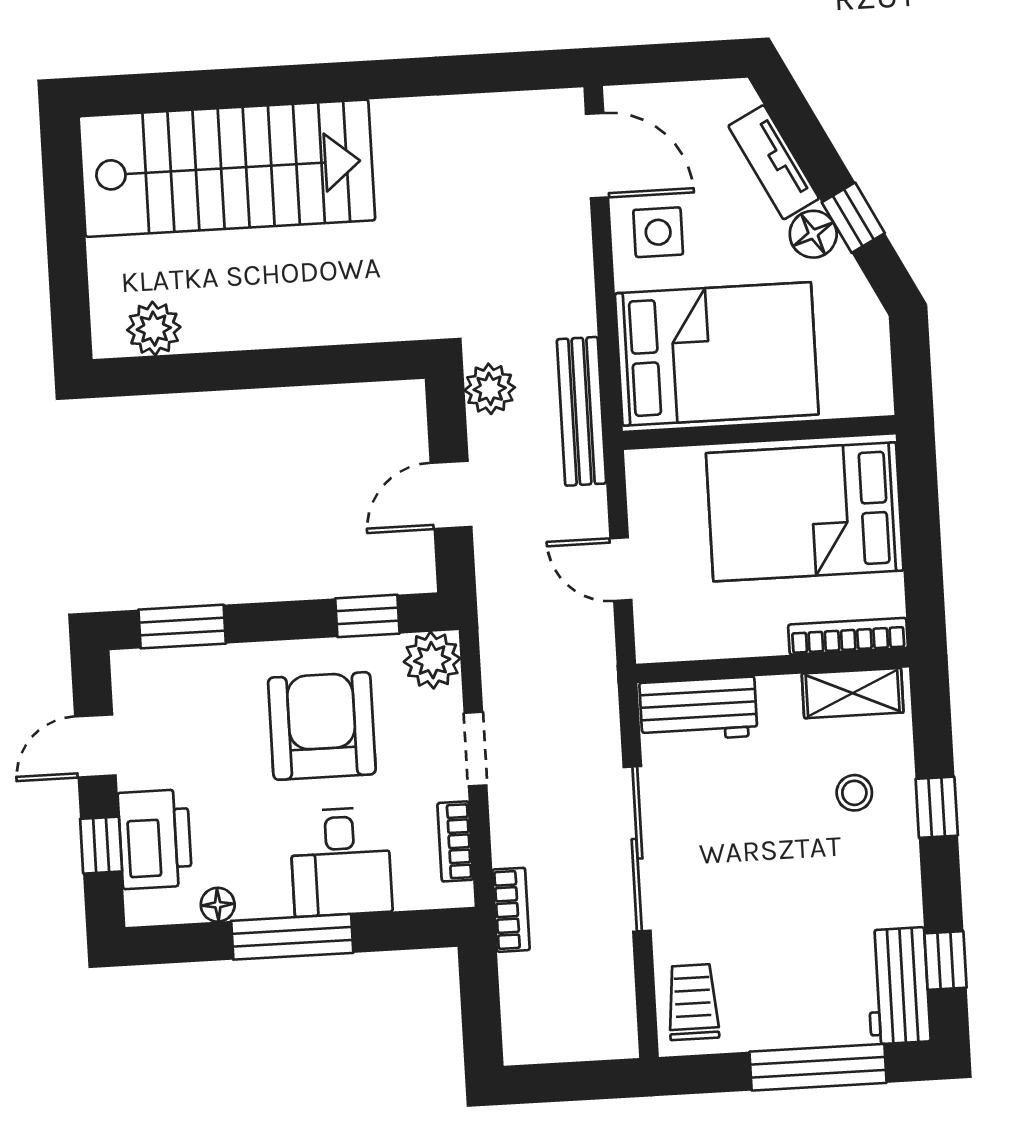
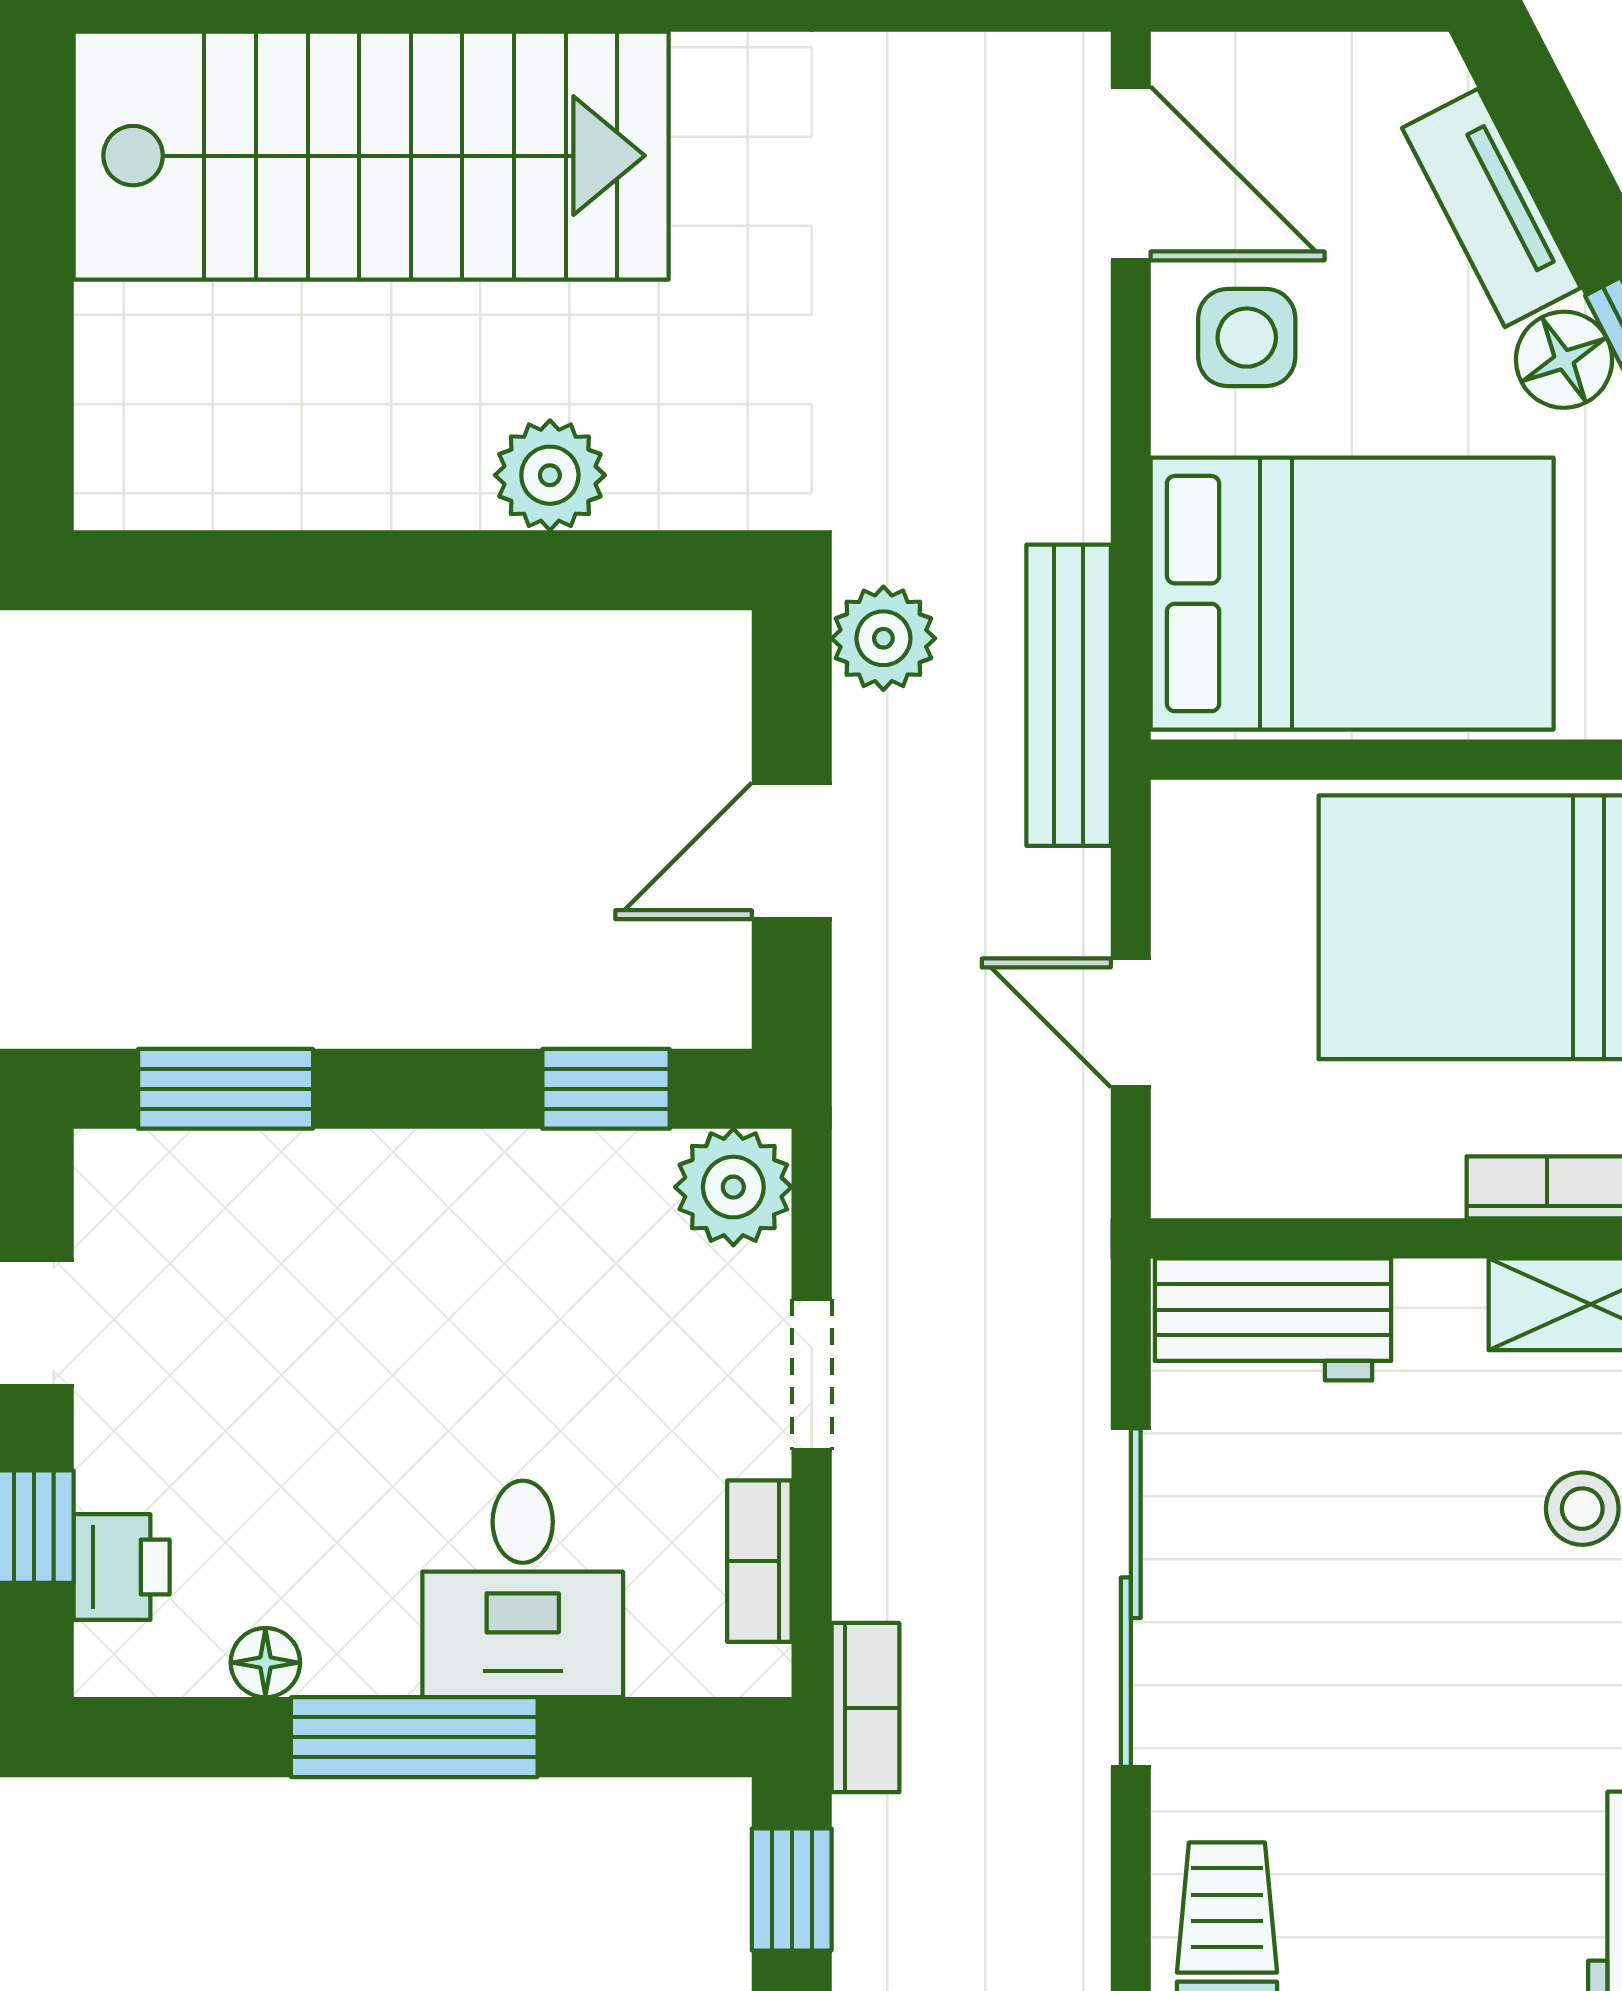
plant: (154, 329) -> (550, 475), moved
armchair: (322, 726) -> (500, 1309), removed
printer: (155, 839) -> (122, 1567), width x0.53, depth x0.68
window: (480, 1000) -> (792, 1889), added

